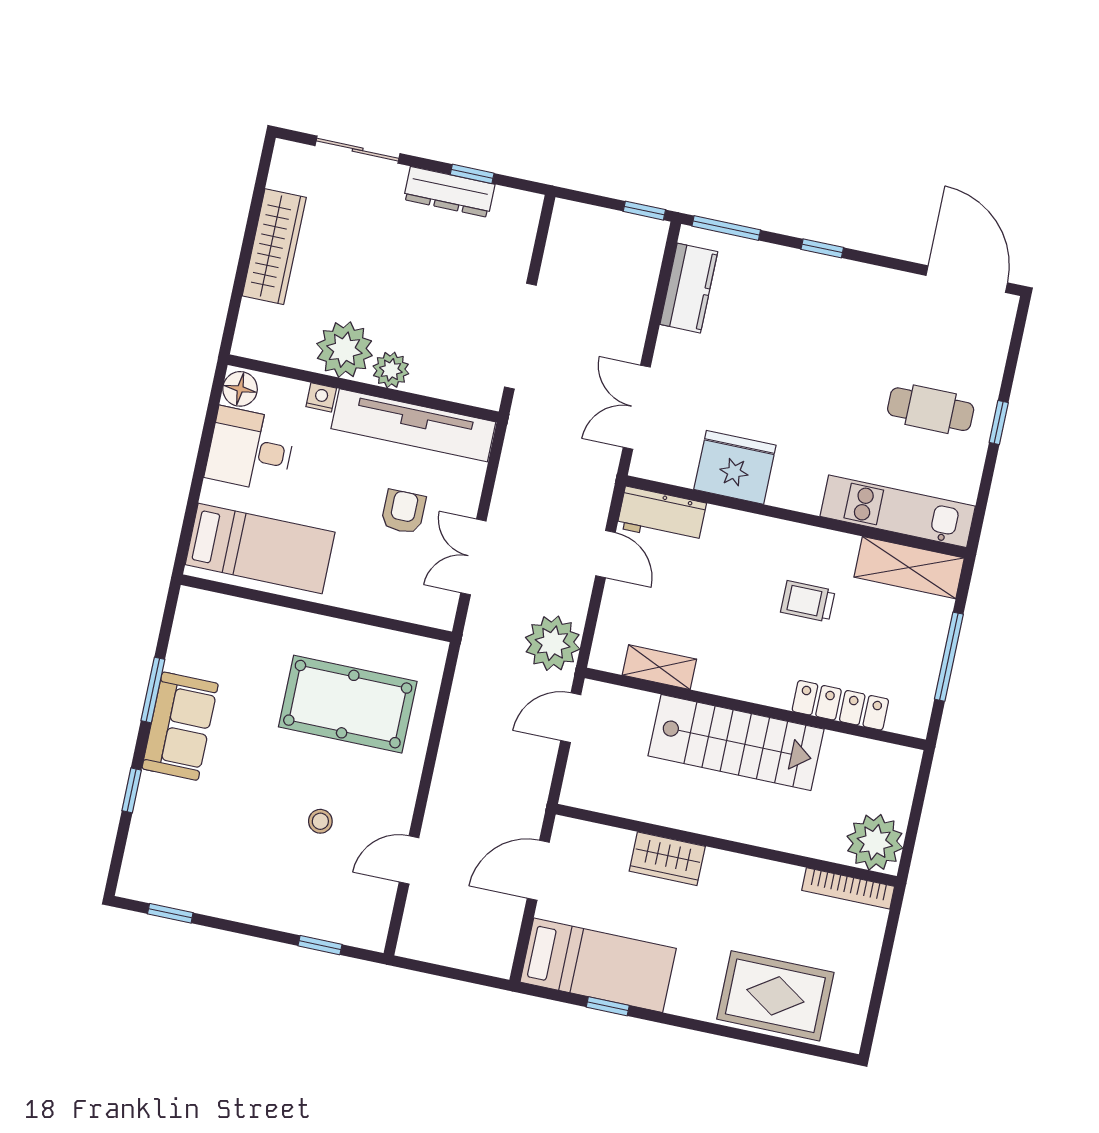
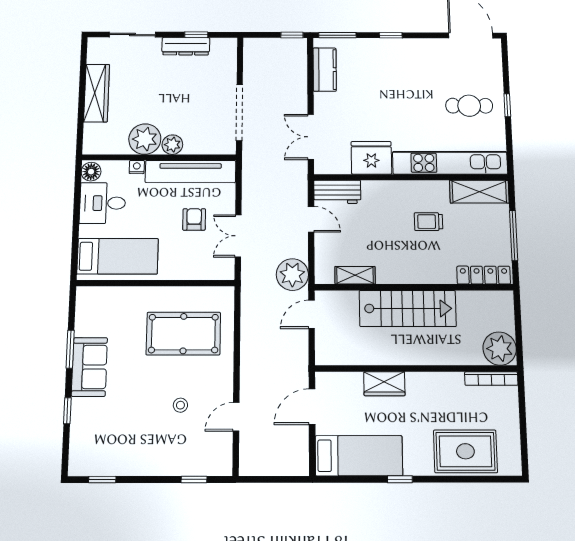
kitchen unit: (898, 511) -> (450, 163), width x1.36
locker: (840, 705) -> (484, 275), moved
window: (608, 1006) -> (400, 479), moved

